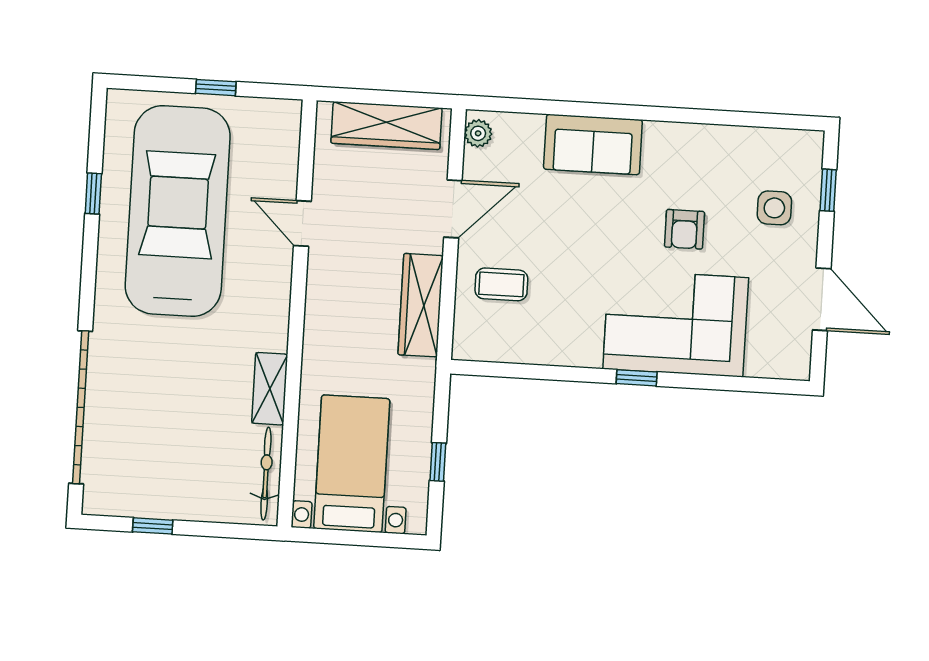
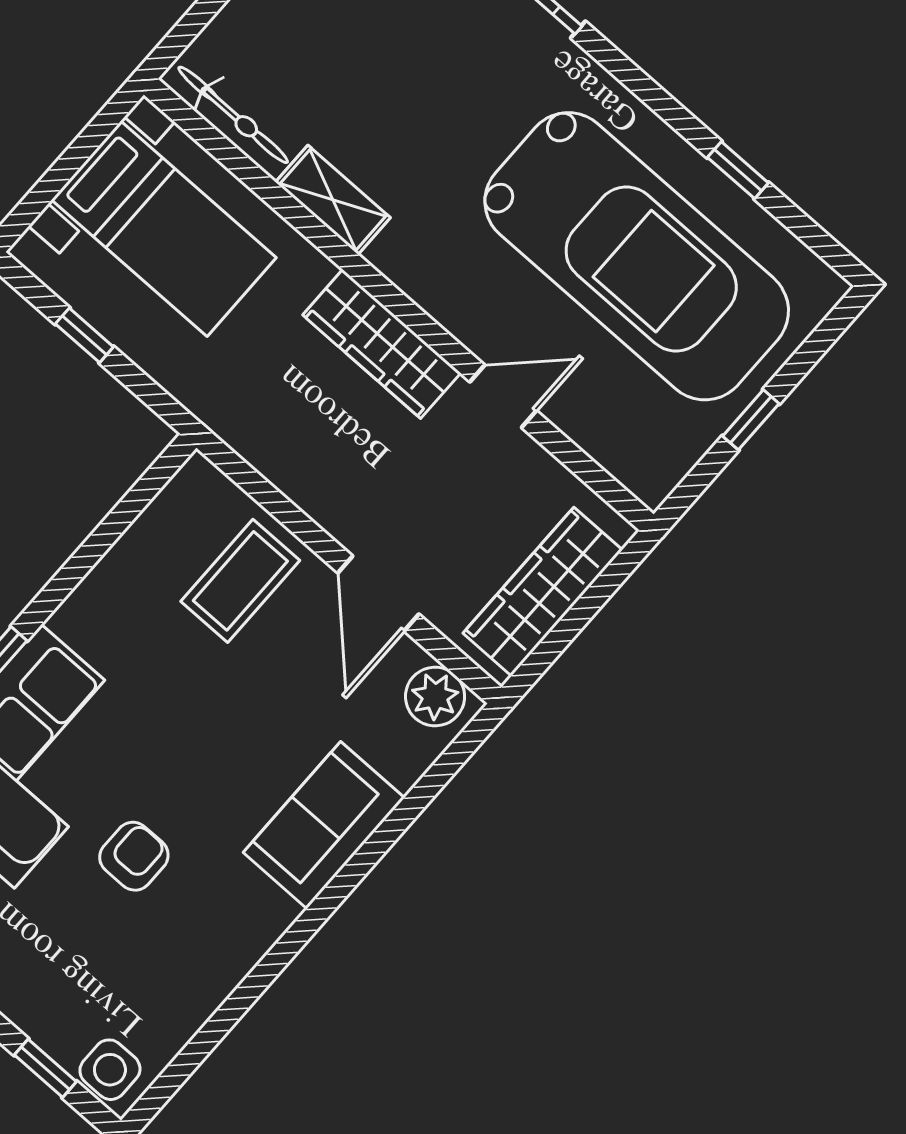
plant: (478, 133) -> (435, 696), width x1.38, depth x1.38
side table: (774, 208) -> (110, 1070), moved
armchair: (684, 229) -> (134, 856), turned 90
coffee table: (501, 284) -> (240, 581), width x1.36, depth x1.30
wardrobe: (421, 305) -> (382, 344), moved, turned 180

